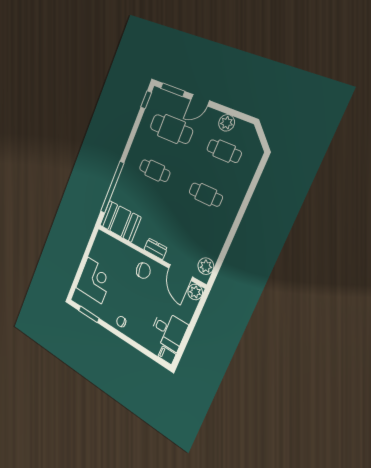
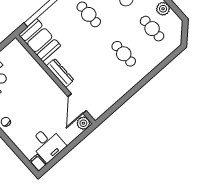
dresser: (156, 249) -> (60, 73), width x1.44
plant: (206, 266) -> (101, 107), removed
chair: (143, 271) -> (44, 89), removed

